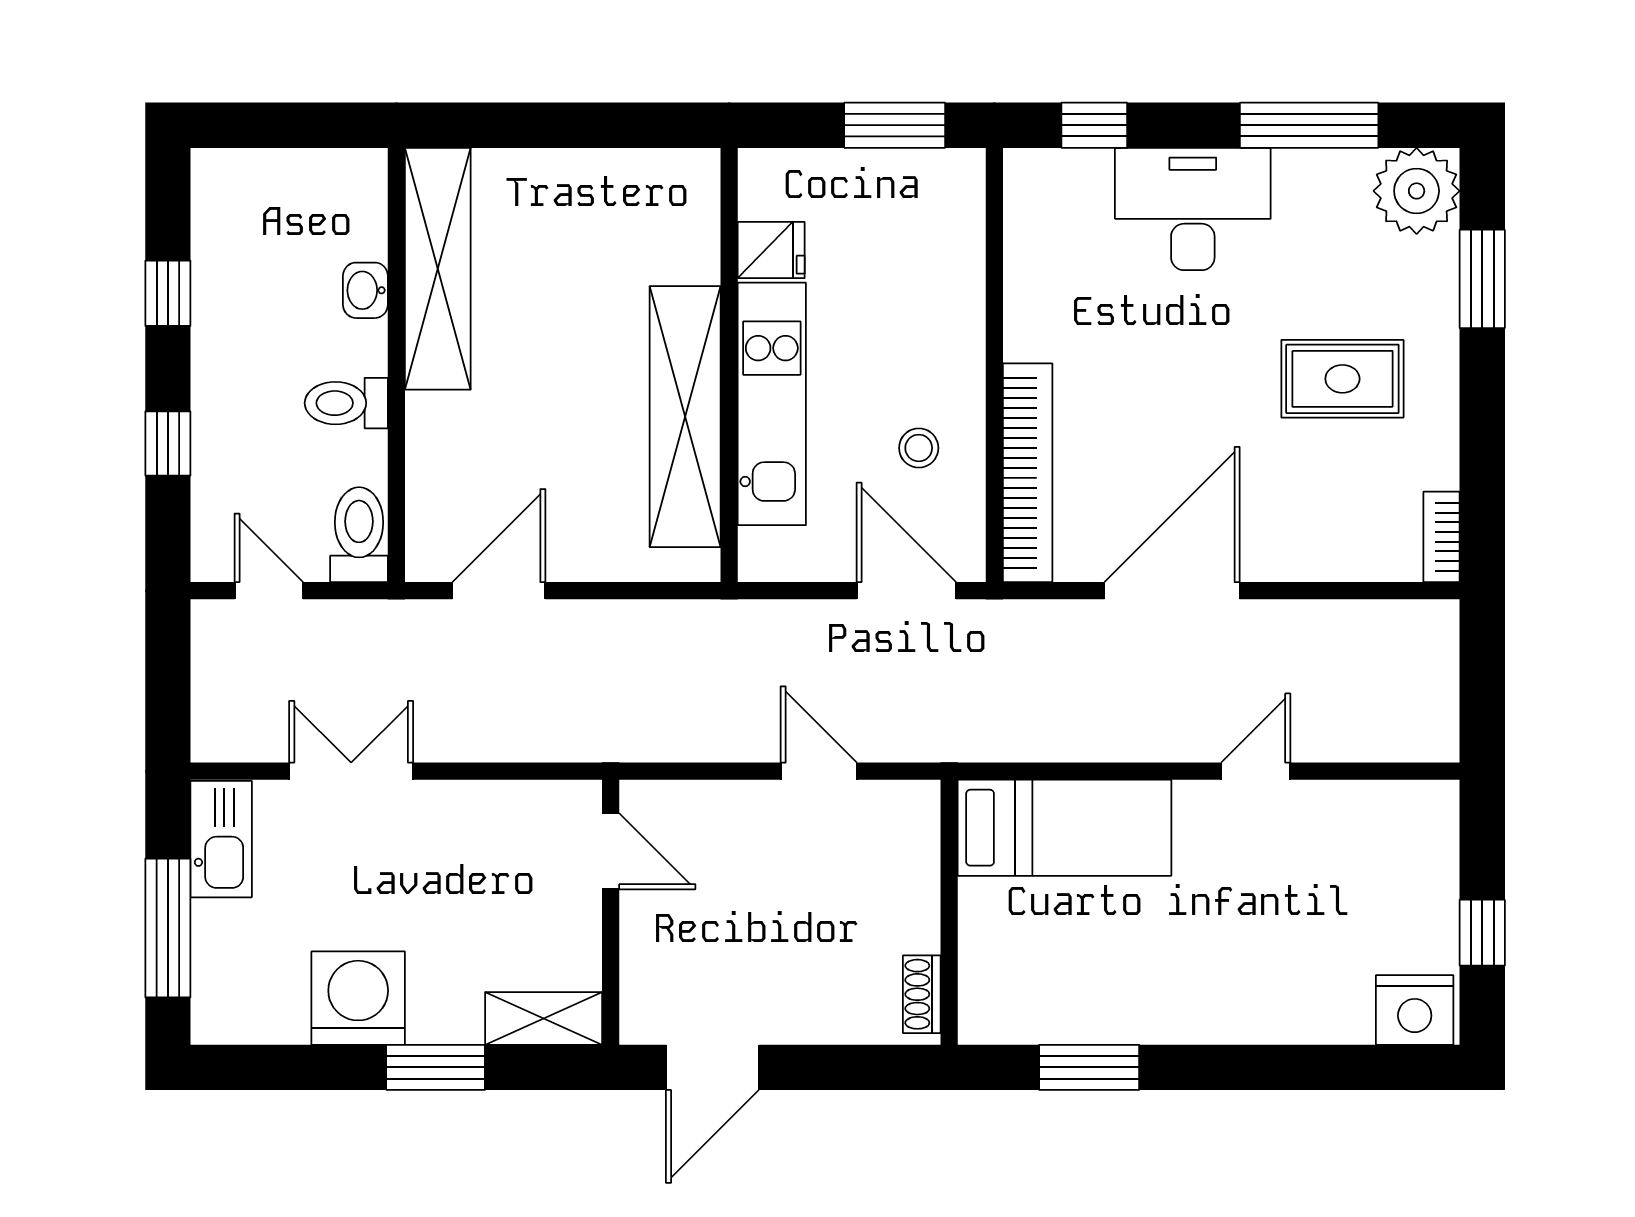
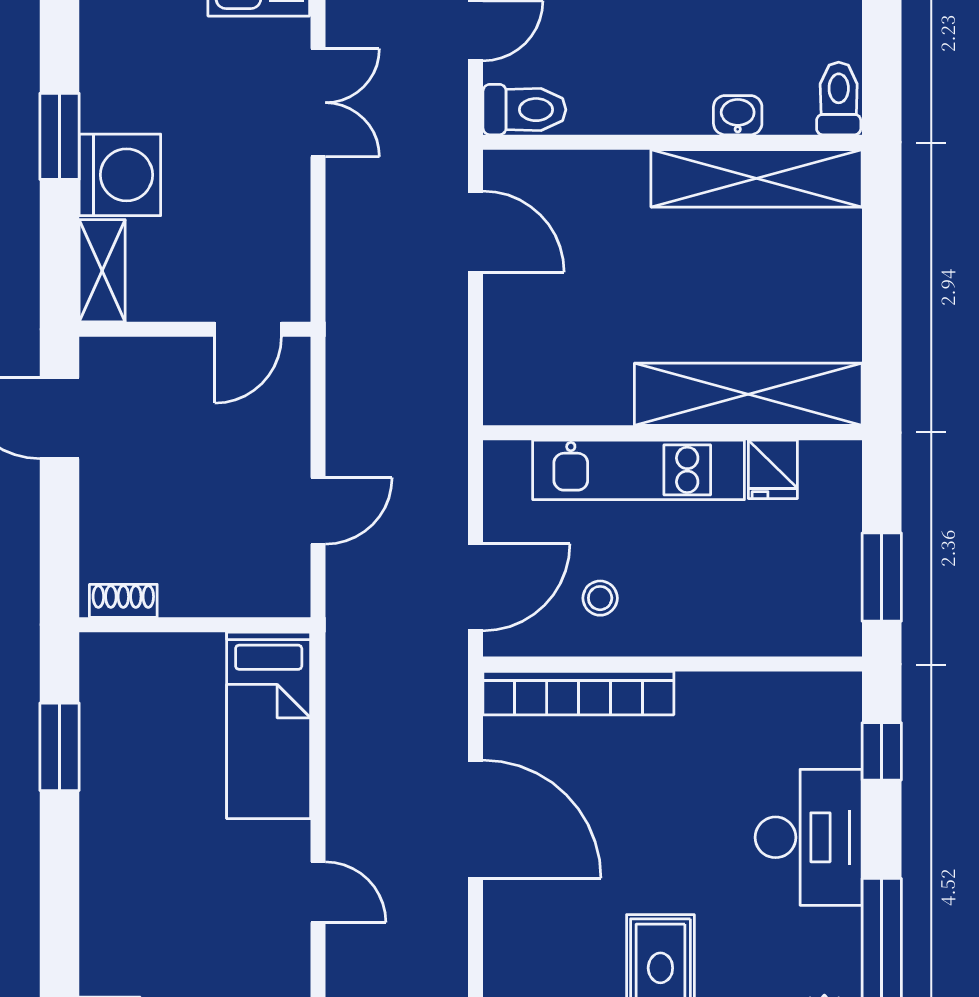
toilet: (346, 403) -> (839, 98), moved
shelving: (685, 417) -> (748, 394), moved
washing machine: (358, 998) -> (120, 175), moved
window: (436, 1067) -> (59, 136), moved

